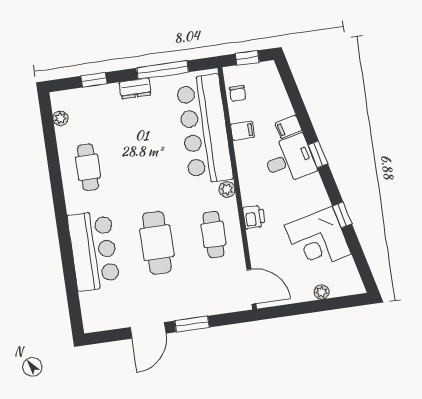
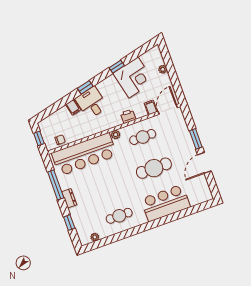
filing cabinet: (242, 131) -> (151, 107), moved
door: (148, 330) -> (204, 163), swing flipped

